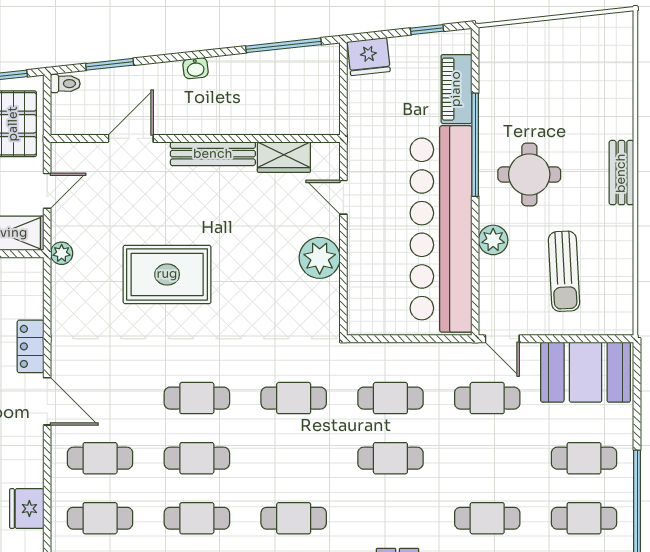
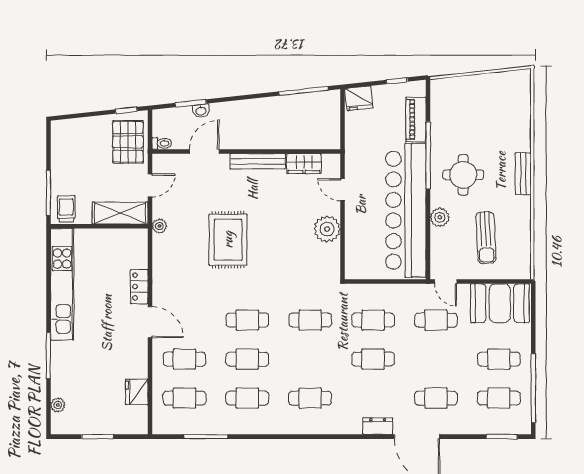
washbasin: (196, 68) -> (201, 111), moved
toilet: (65, 84) -> (162, 143), moved
rug: (167, 274) -> (228, 240), turned 90

